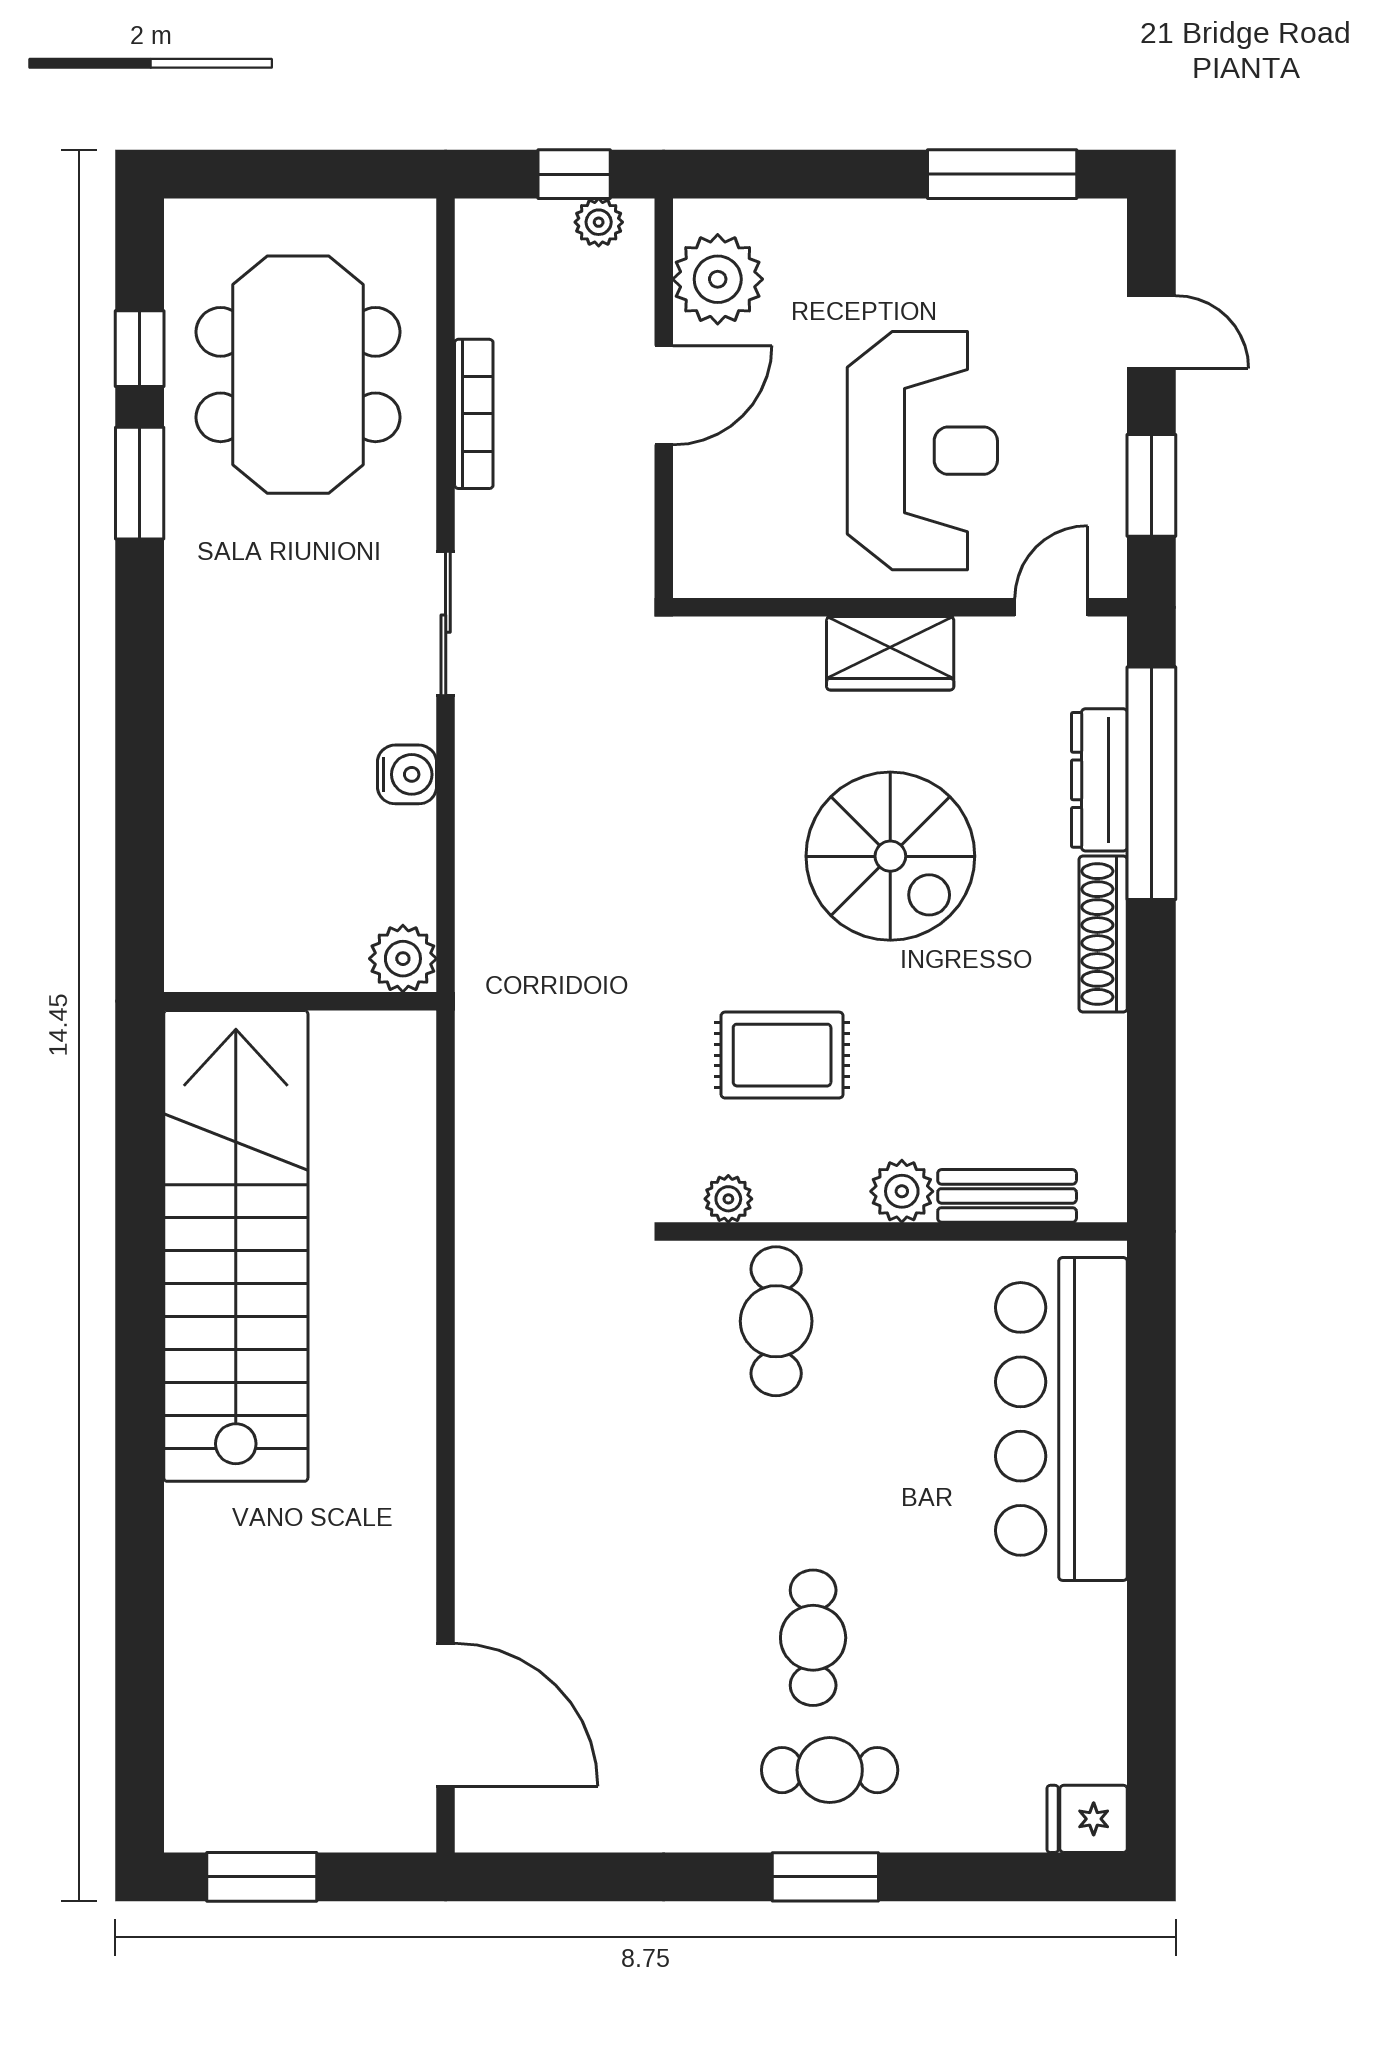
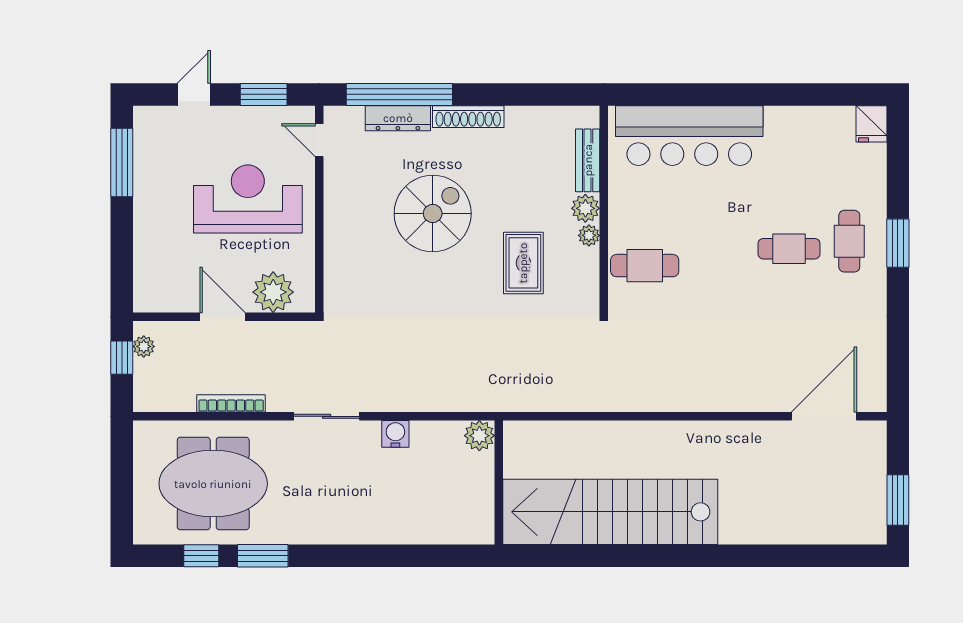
plant: (718, 279) -> (273, 292), moved
wardrobe: (890, 653) -> (340, 214), removed
plant: (728, 1199) -> (589, 235), moved

